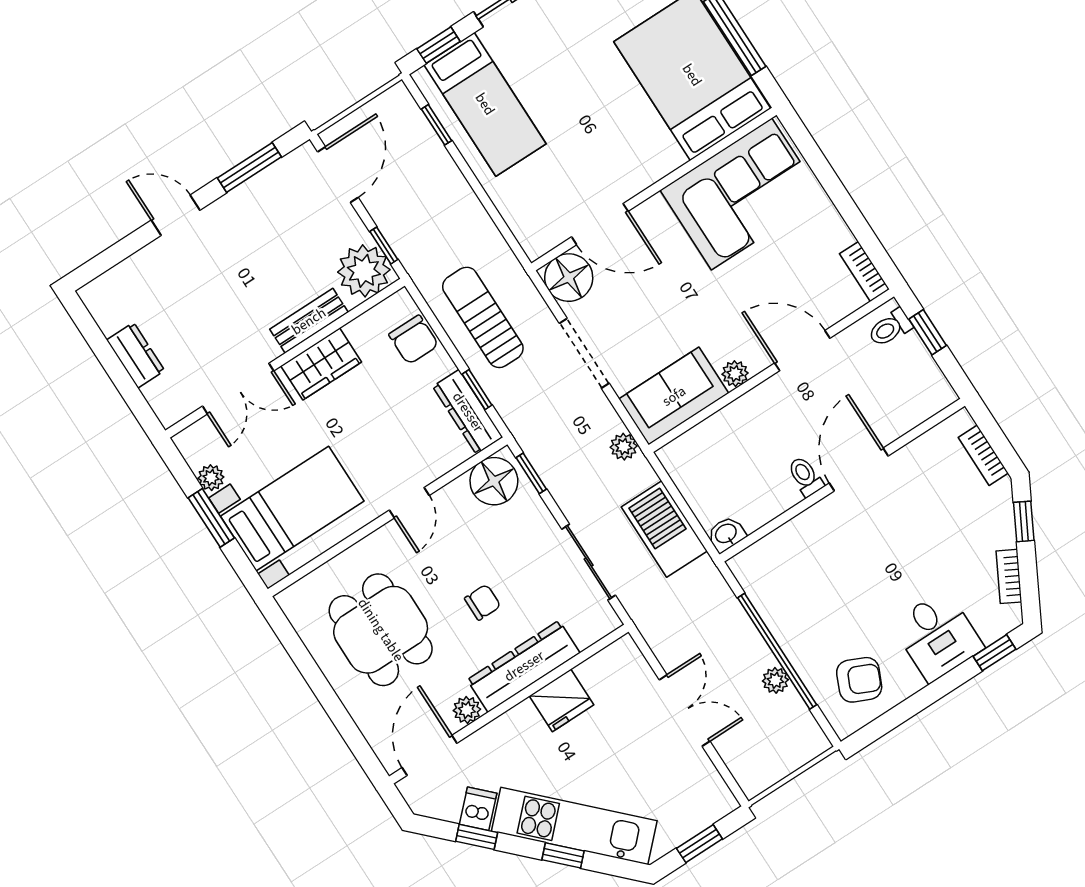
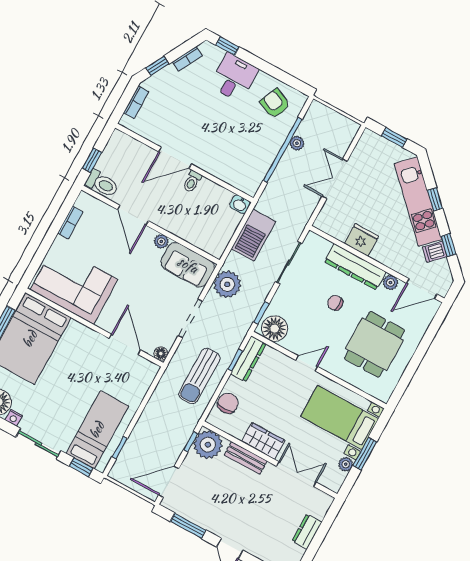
bookcase: (864, 271) -> (70, 223), moved
floor lamp: (569, 278) -> (161, 354), width x0.53, depth x0.53
toilet: (890, 328) -> (102, 184), width x1.37, depth x1.39
plant: (624, 447) -> (227, 284), width x1.88, depth x1.88

